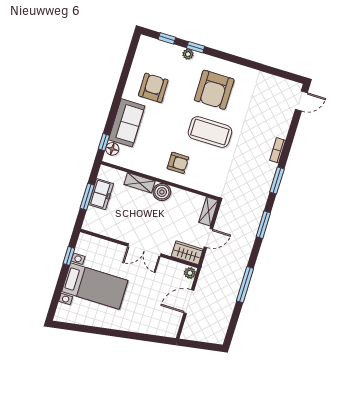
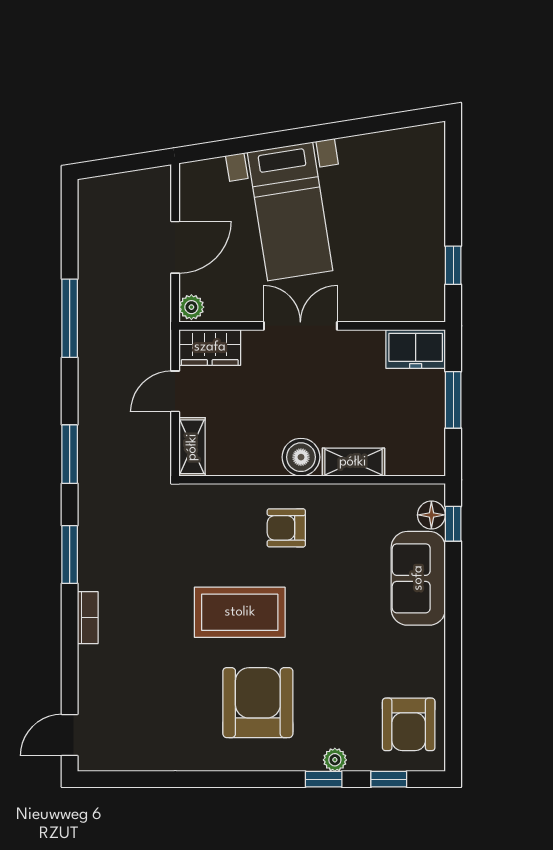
armchair: (153, 88) -> (409, 724), moved
freezer: (101, 194) -> (416, 349), moved, turned -90
bed with nightstands: (95, 286) -> (290, 211), moved, turned -99

